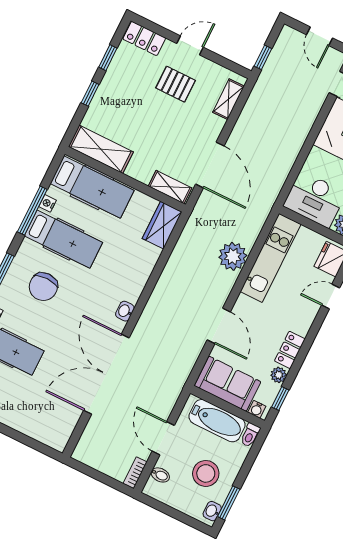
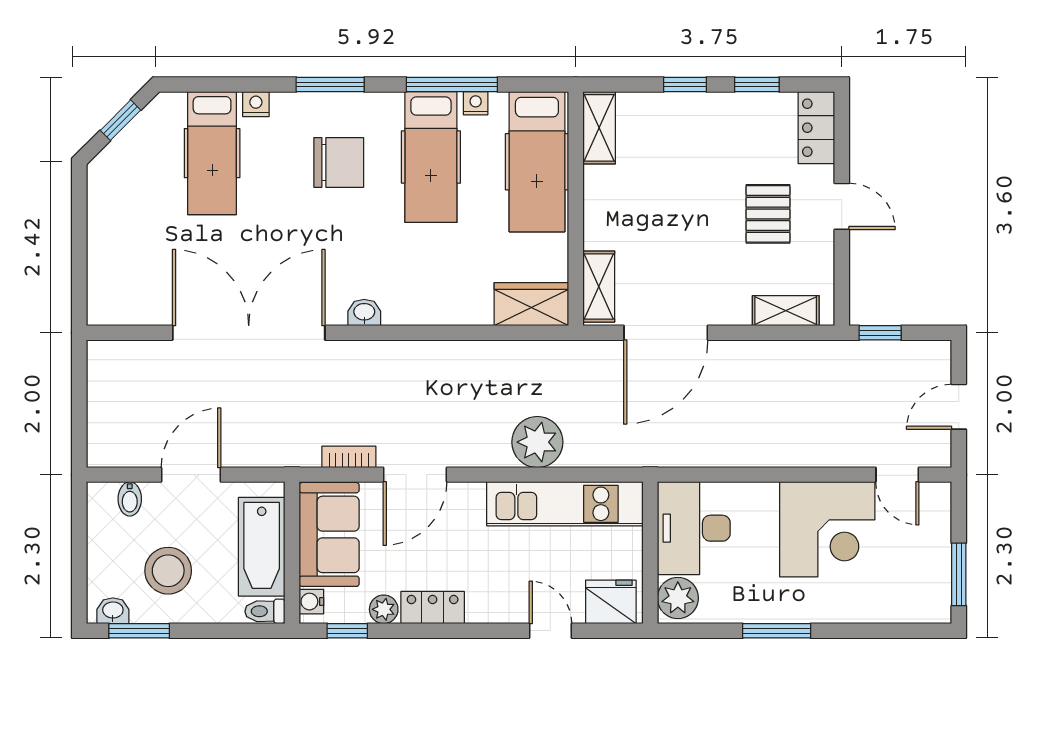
shelving: (101, 149) -> (599, 128), width x0.67, depth x0.75
chair: (43, 287) -> (339, 162), turned 180
bookcase: (135, 473) -> (349, 457), moved

